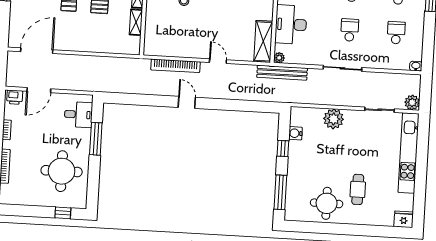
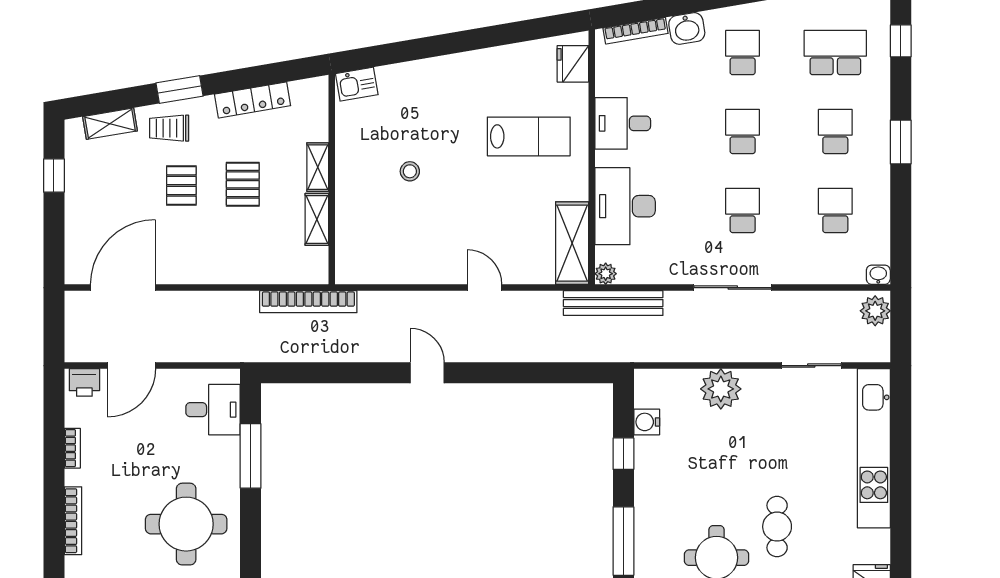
bookcase: (175, 66) -> (308, 302), moved
plant: (412, 102) -> (875, 311), moved

